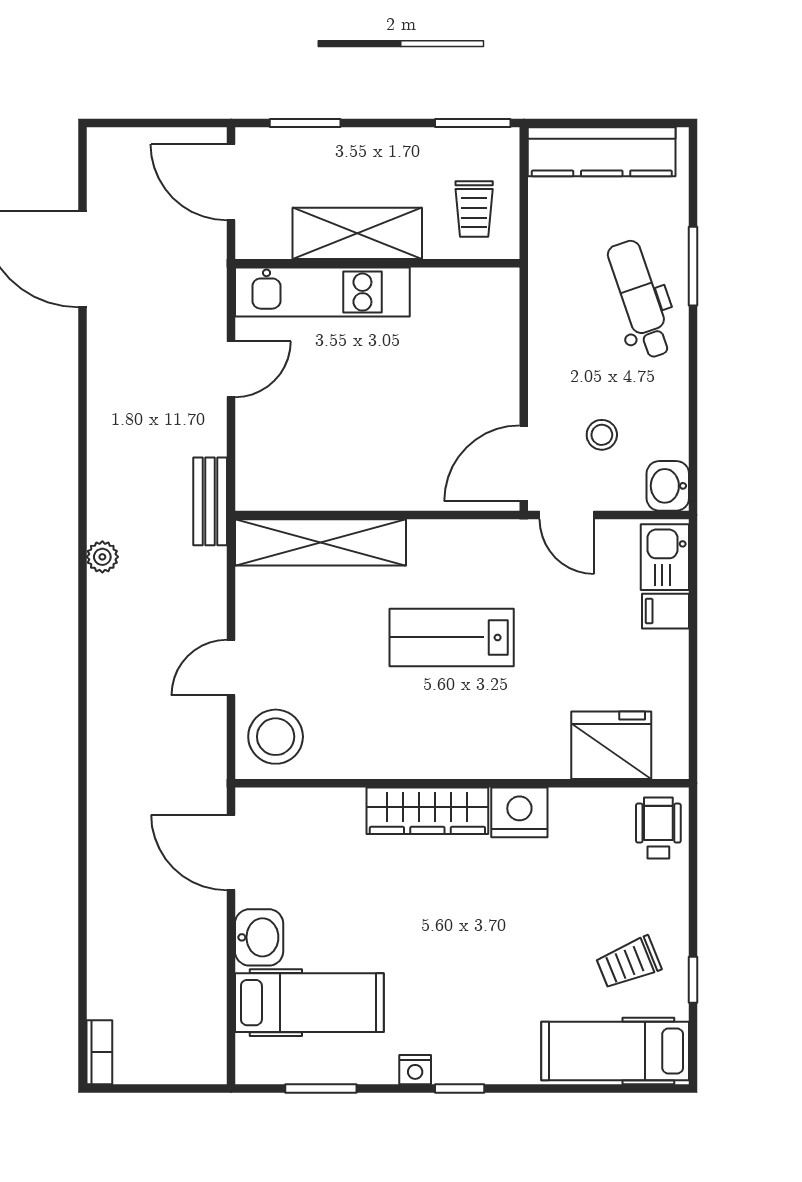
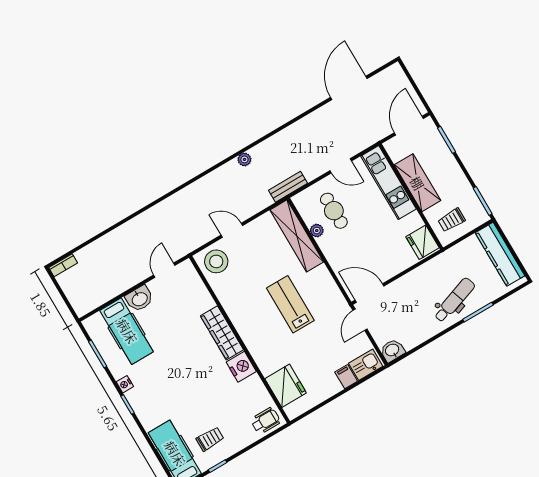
fridge: (484, 295) -> (422, 242), added
stool: (602, 435) -> (397, 315), removed
cafe table: (314, 437) -> (334, 211), added
plant: (333, 495) -> (317, 231), added
door: (231, 853) -> (164, 270), width x0.73
trolley: (629, 963) -> (210, 439), turned 112

